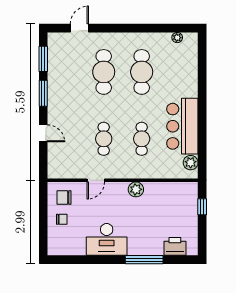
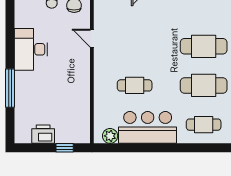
cafe table: (104, 139) -> (204, 125), moved
plant: (136, 189) -> (82, 79), removed
printer: (175, 246) -> (43, 134), moved, turned -90

